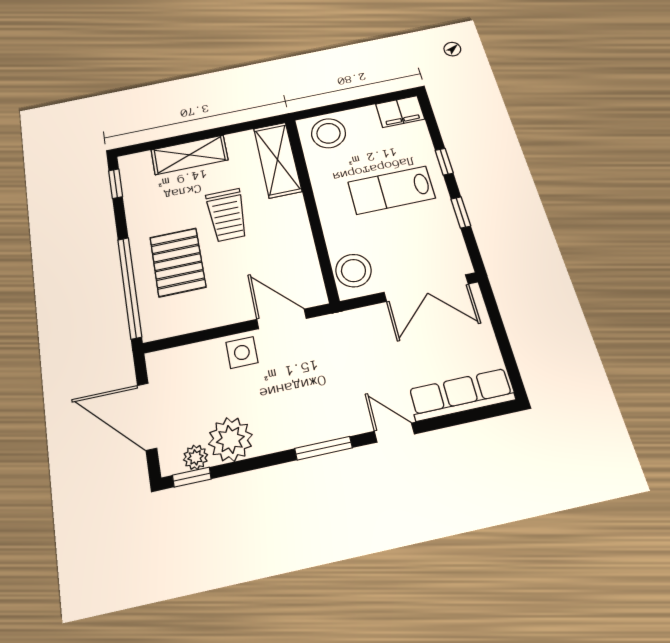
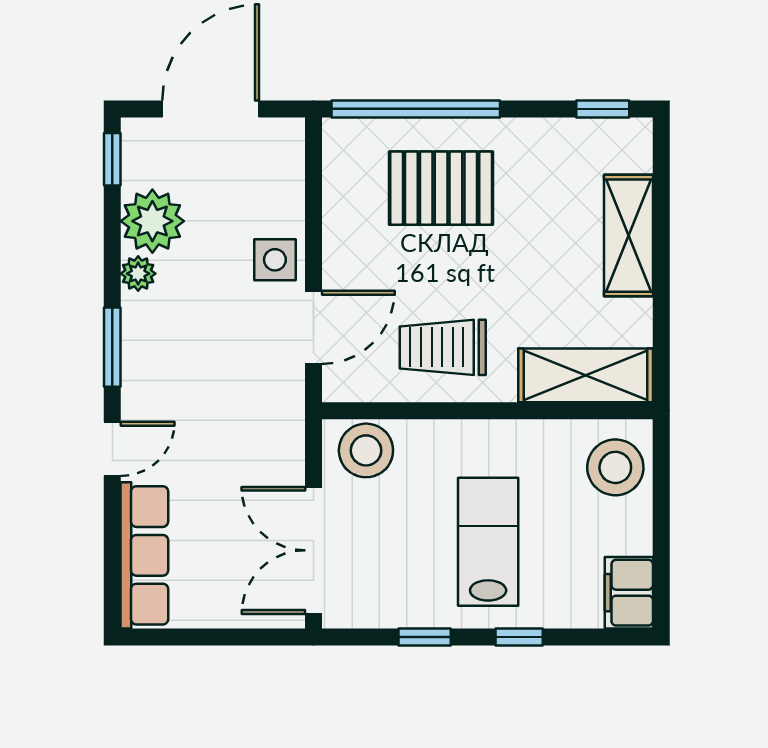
trolley: (227, 215) -> (443, 347), moved
plant: (196, 457) -> (138, 274), moved

